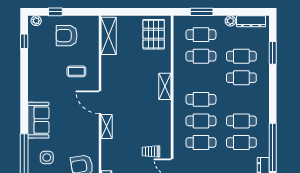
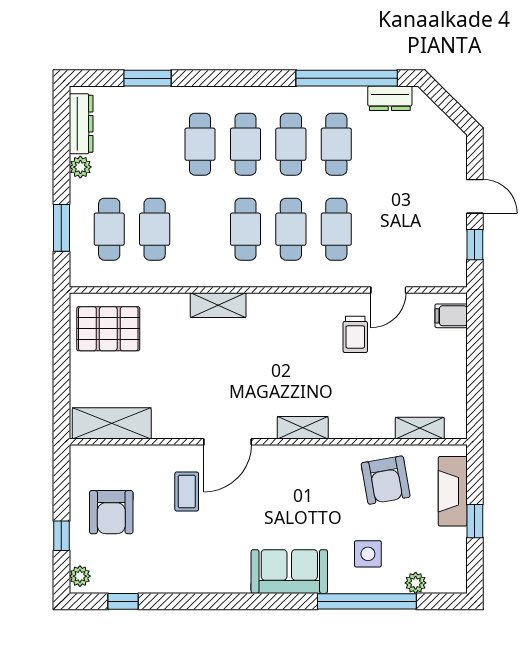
cafe table: (241, 56) -> (245, 144), moved
door: (100, 102) -> (228, 442), moved

